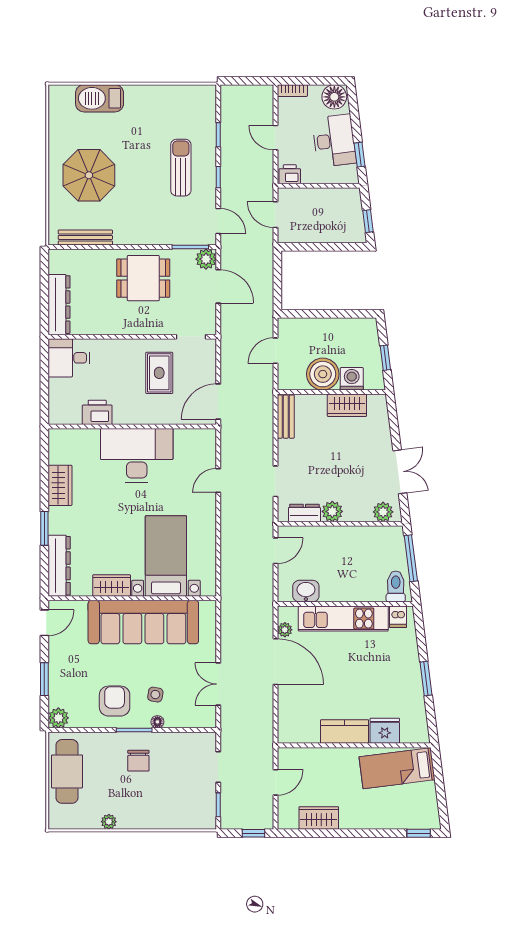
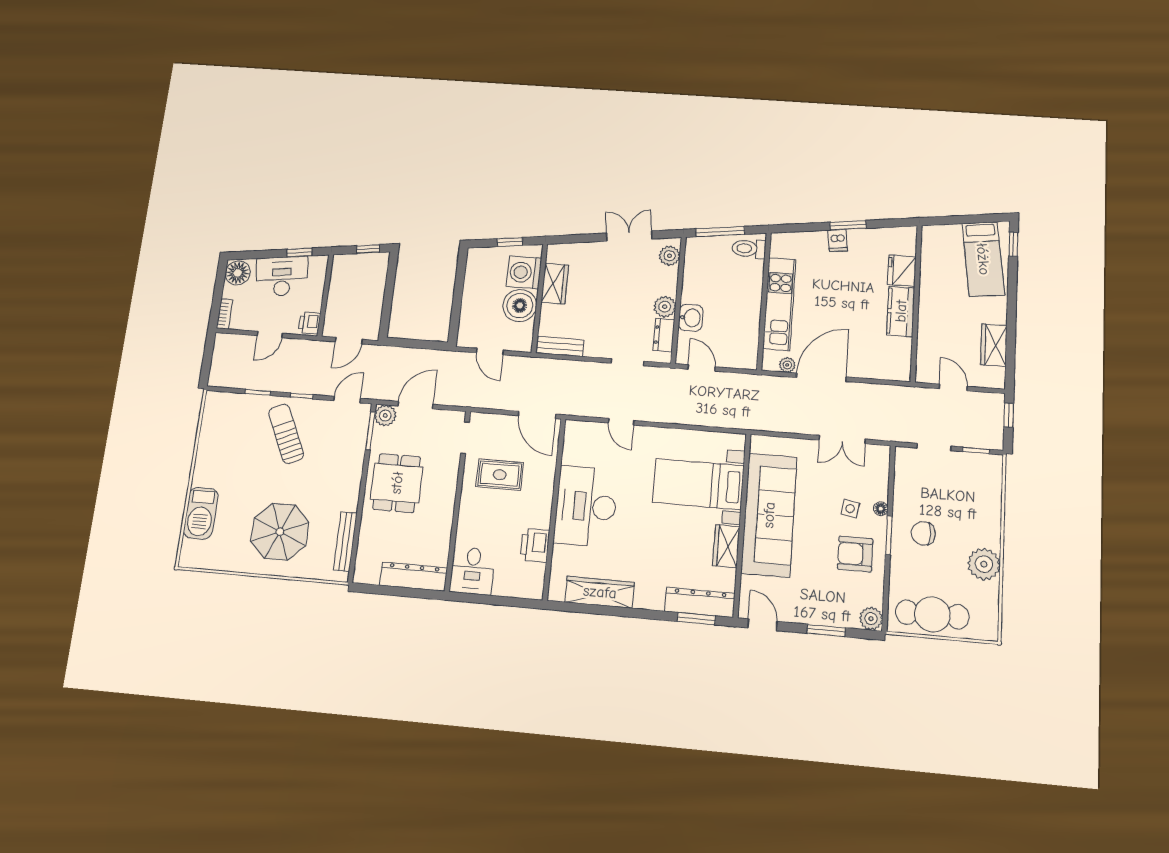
sun lounger: (181, 168) -> (286, 434), turned 65
washing machine: (352, 379) -> (524, 272), width x1.37, depth x1.37
wardrobe: (60, 485) -> (600, 592), width x1.50
window: (44, 528) -> (696, 619), moved
washbasin: (306, 591) -> (691, 318), moved, turned 180
dishwasher: (398, 617) -> (838, 240), moved, turned 83
chair: (138, 761) -> (923, 533), turned 180
bed: (397, 768) -> (983, 259), moved
plant: (109, 822) -> (984, 564), width x1.87, depth x1.87

